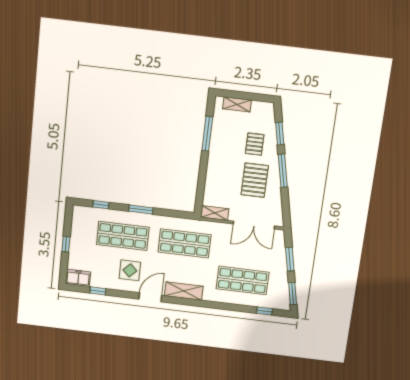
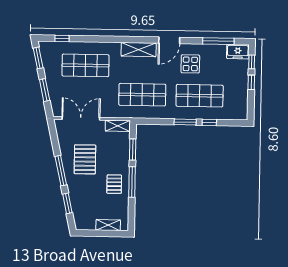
window: (207, 134) -> (132, 182), moved
pallet: (255, 144) -> (114, 184), moved
window: (201, 186) -> (133, 150), added
window: (101, 205) -> (209, 122), moved
window: (64, 266) -> (252, 62), added
window: (98, 291) -> (218, 41), width x2.17

